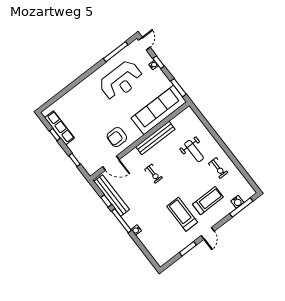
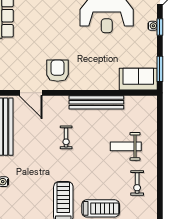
sofa: (159, 110) -> (138, 79), width x0.54, depth x0.79
armchair: (117, 137) -> (58, 71), turned 90
weight bench: (194, 151) -> (126, 146), turned 90

